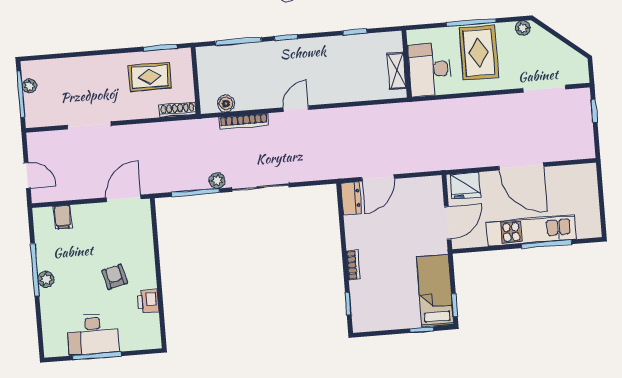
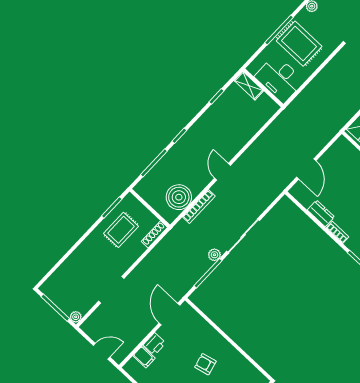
shelving: (397, 71) -> (249, 86), moved
plant: (29, 86) -> (76, 317), moved
boiler: (226, 103) -> (179, 197), width x1.86, depth x1.86
dresser: (351, 198) -> (321, 213), moved
printer: (148, 301) -> (154, 344), moved, turned -90

